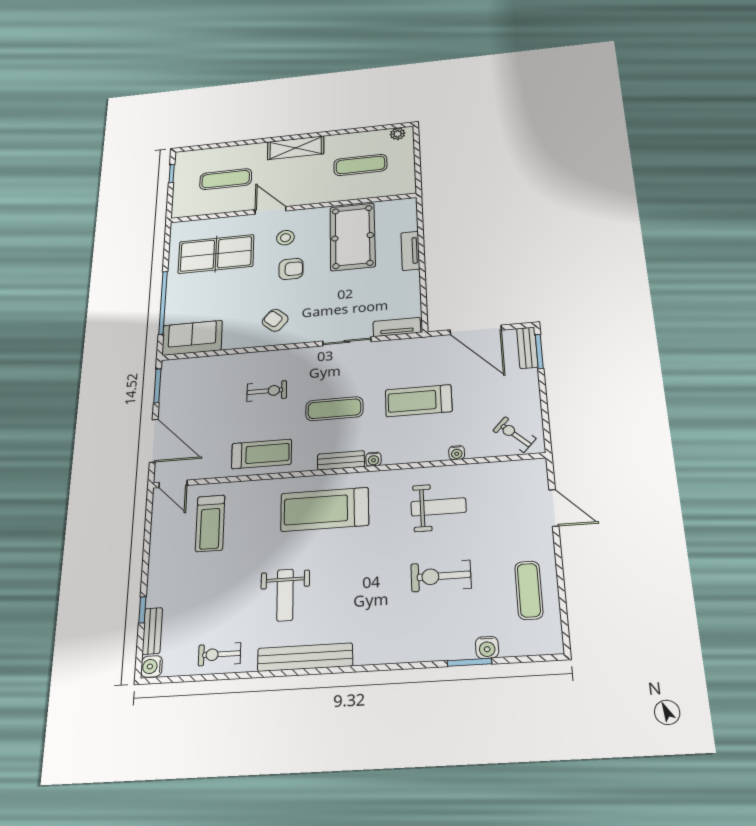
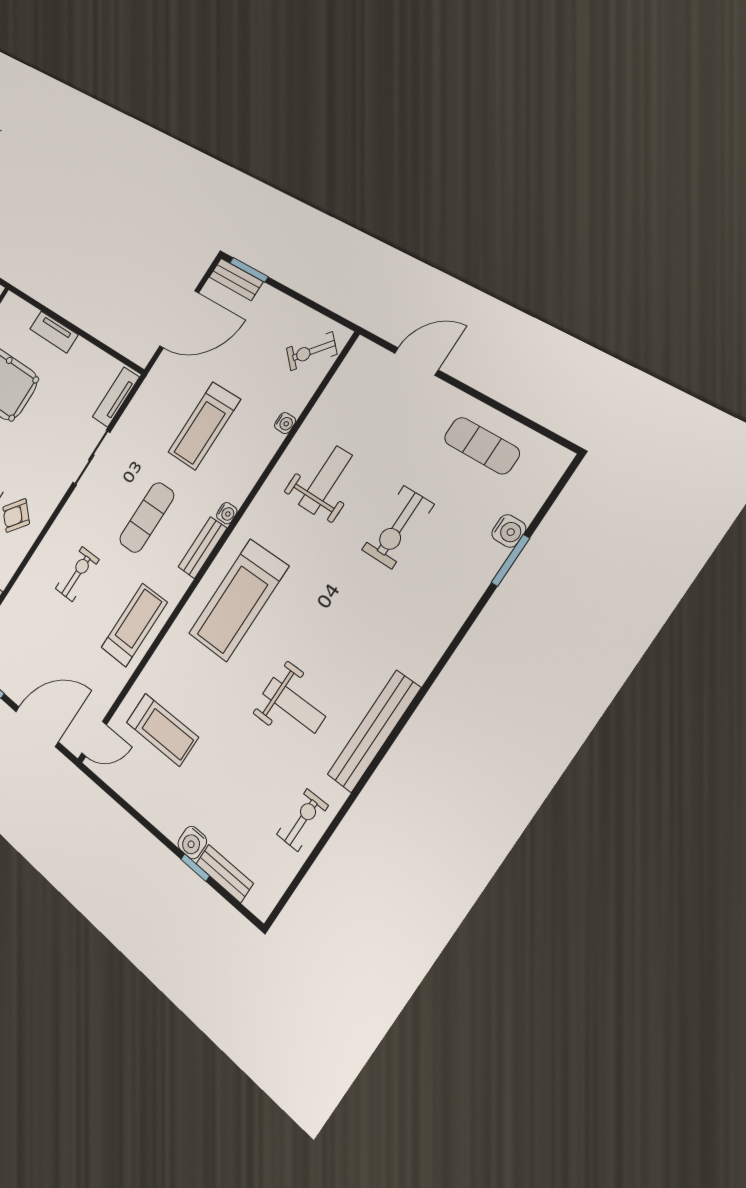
exercise bike: (220, 654) -> (302, 820), turned 180
water cooler: (152, 666) -> (192, 842), moved

